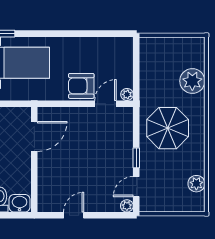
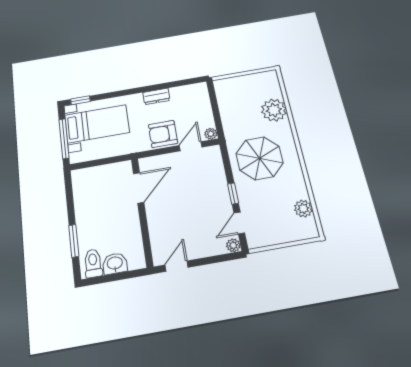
dresser: (81, 44) -> (156, 96), added
door: (34, 136) -> (139, 188), moved
wall: (34, 160) -> (142, 211), moved

